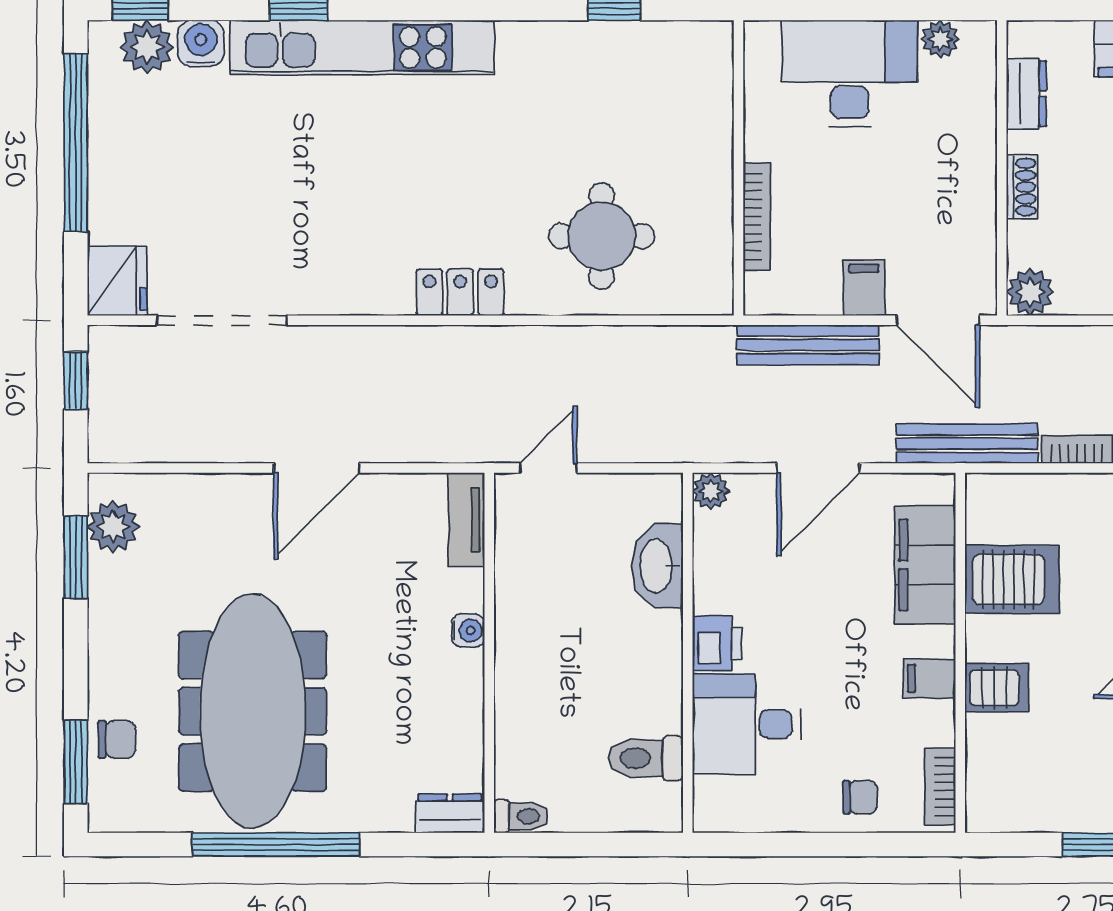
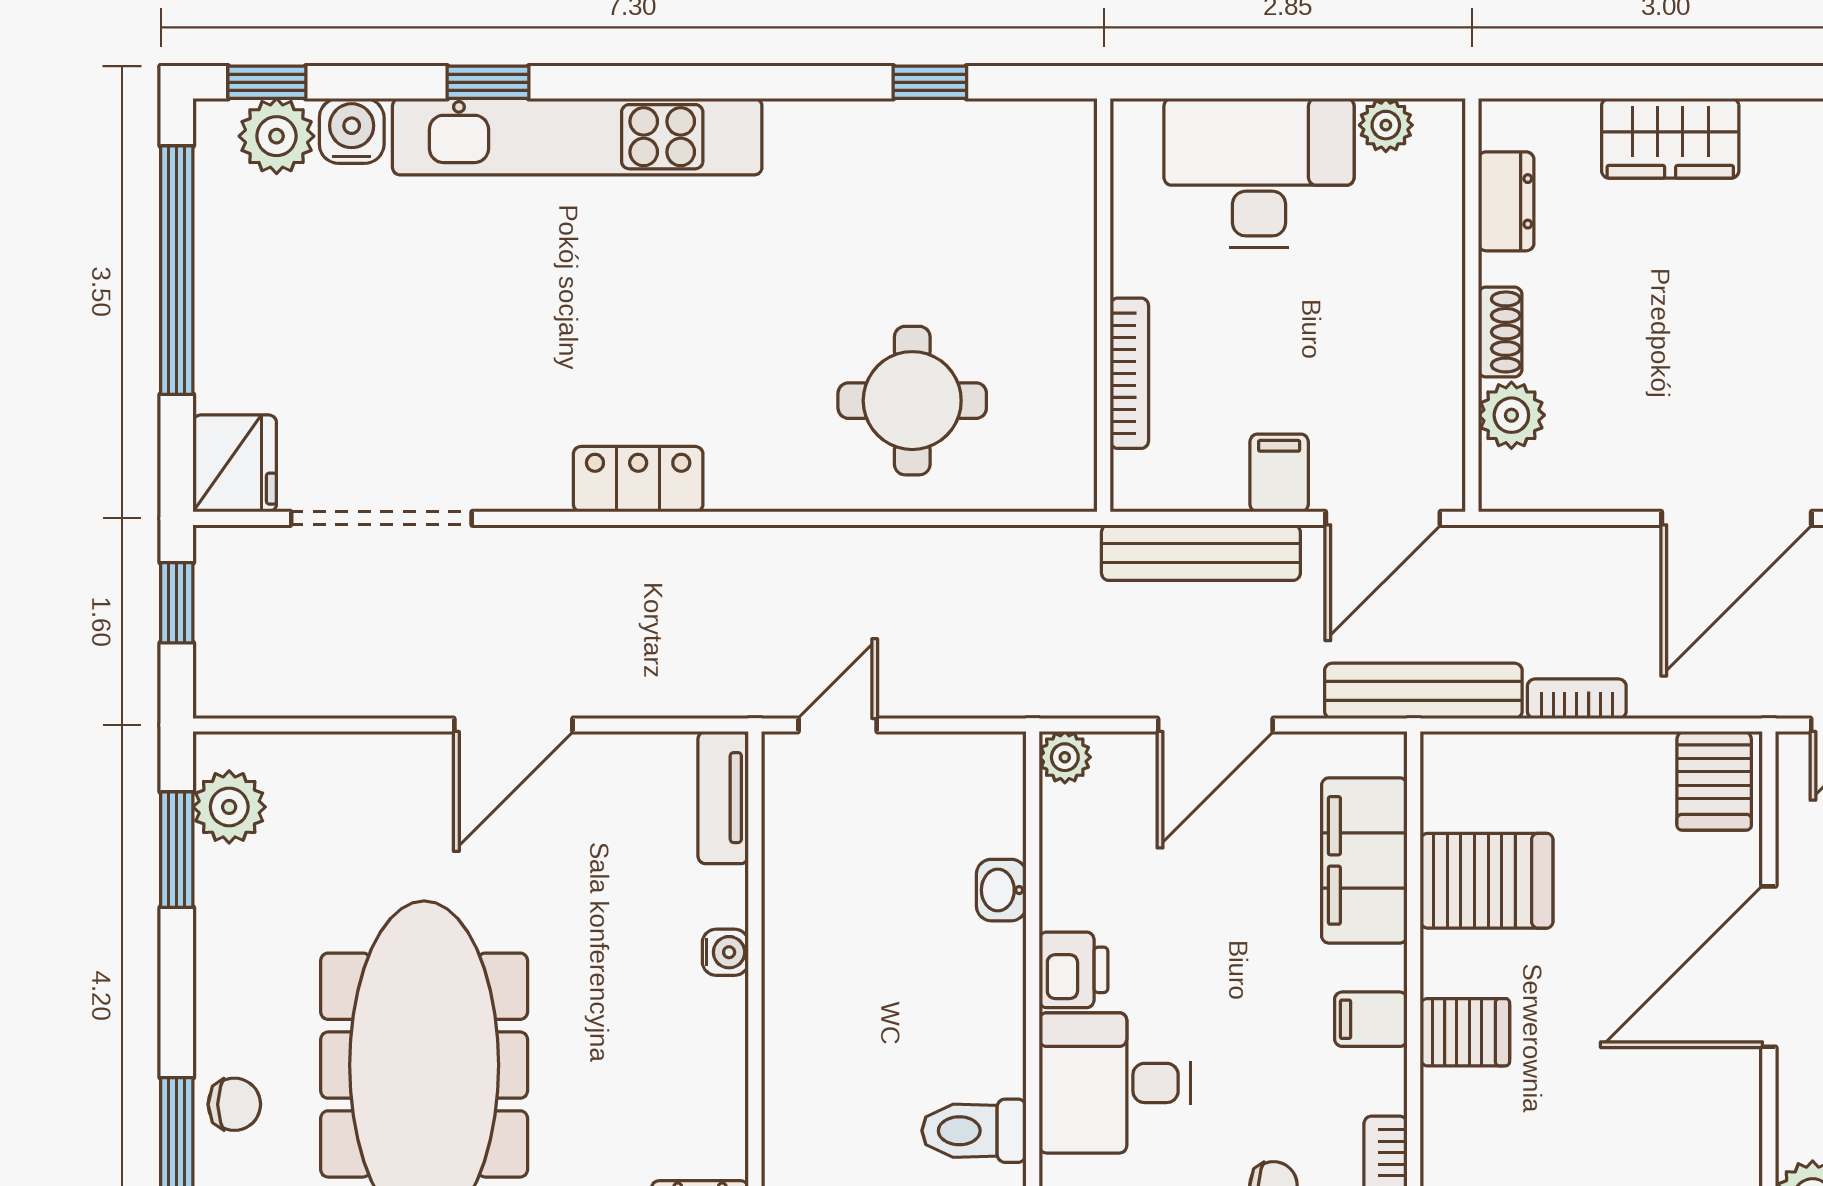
locker: (460, 292) -> (638, 479), moved
plant: (1030, 292) -> (1511, 415), moved
door: (938, 320) -> (1383, 518), hinge flipped
washbasin: (657, 566) -> (1001, 890), width x0.52, depth x0.69

